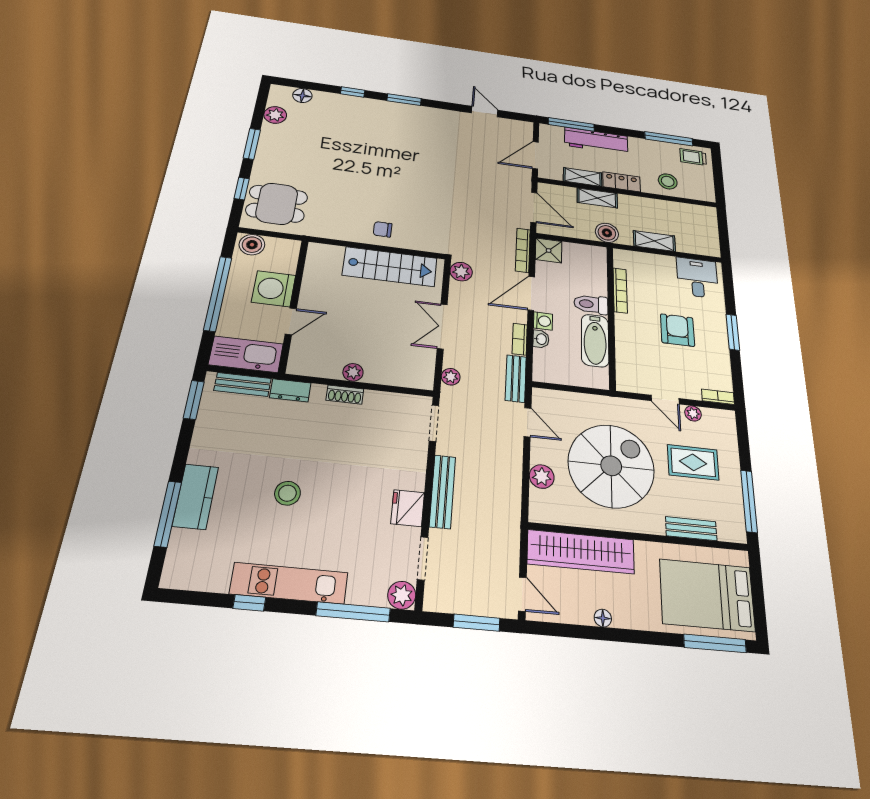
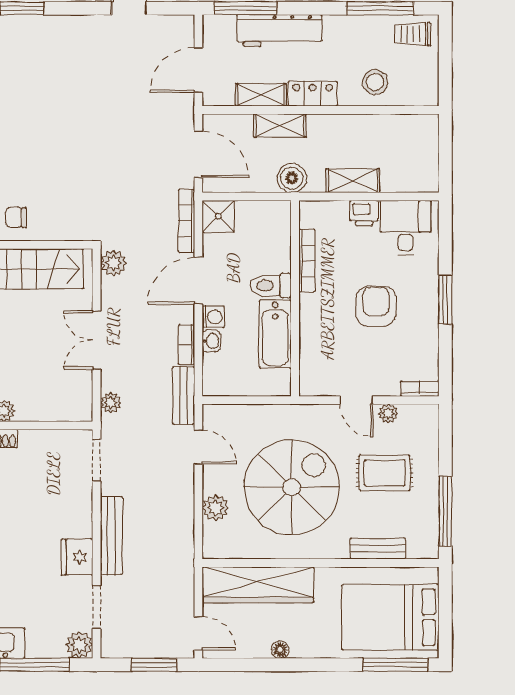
printer: (664, 264) -> (364, 213), added

